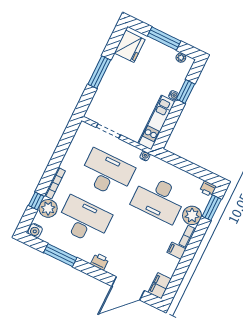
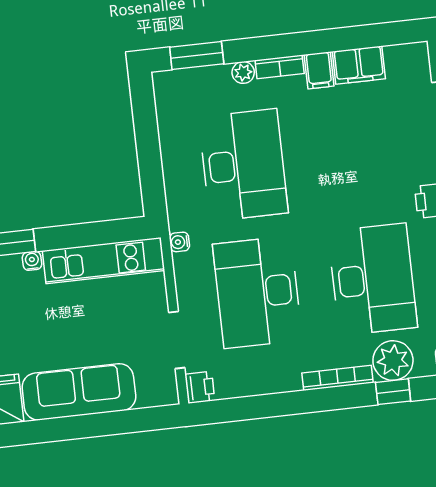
window: (99, 72) -> (77, 427), removed
sofa: (112, 81) -> (79, 392), added
printer: (208, 189) -> (200, 387), moved
plant: (192, 215) -> (243, 72), width x0.53, depth x0.53
desk: (84, 220) -> (373, 279), turned 180
filing cabinet: (160, 286) -> (359, 65), moved

